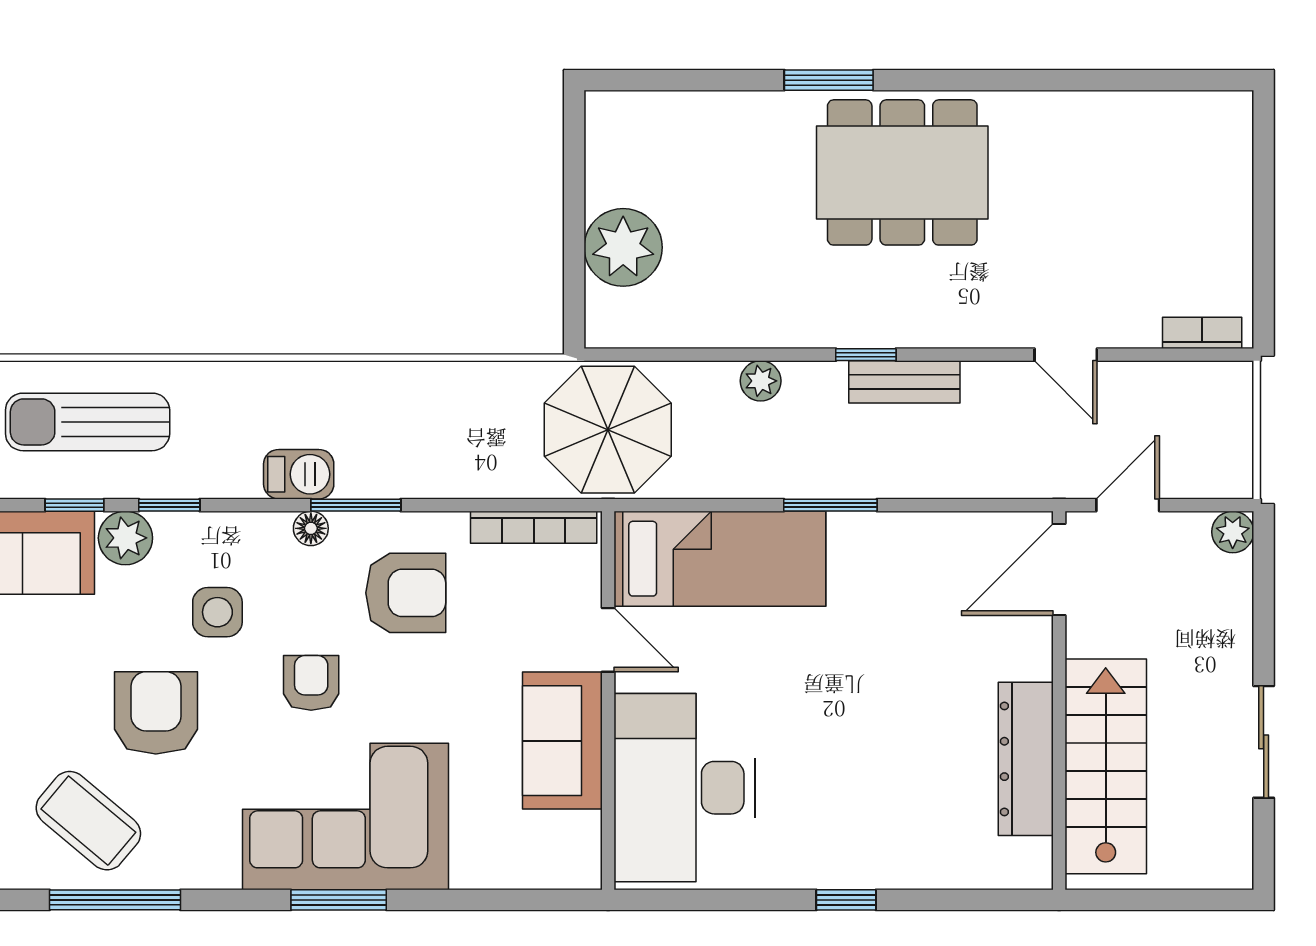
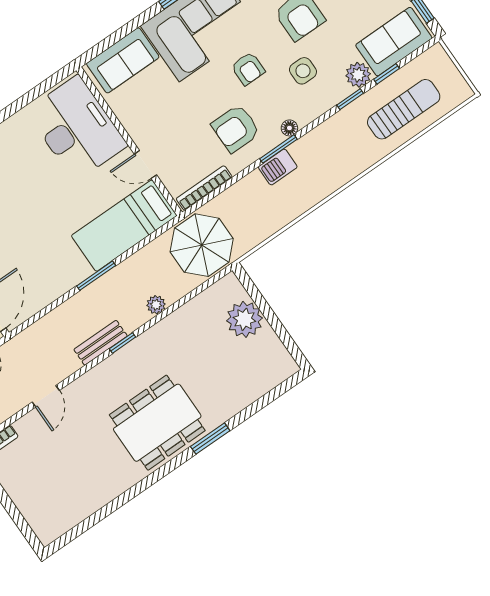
door: (1066, 355) -> (46, 396), swing flipped
barbecue: (299, 474) -> (278, 167), moved
sofa: (562, 741) -> (123, 60), moved, turned 90

